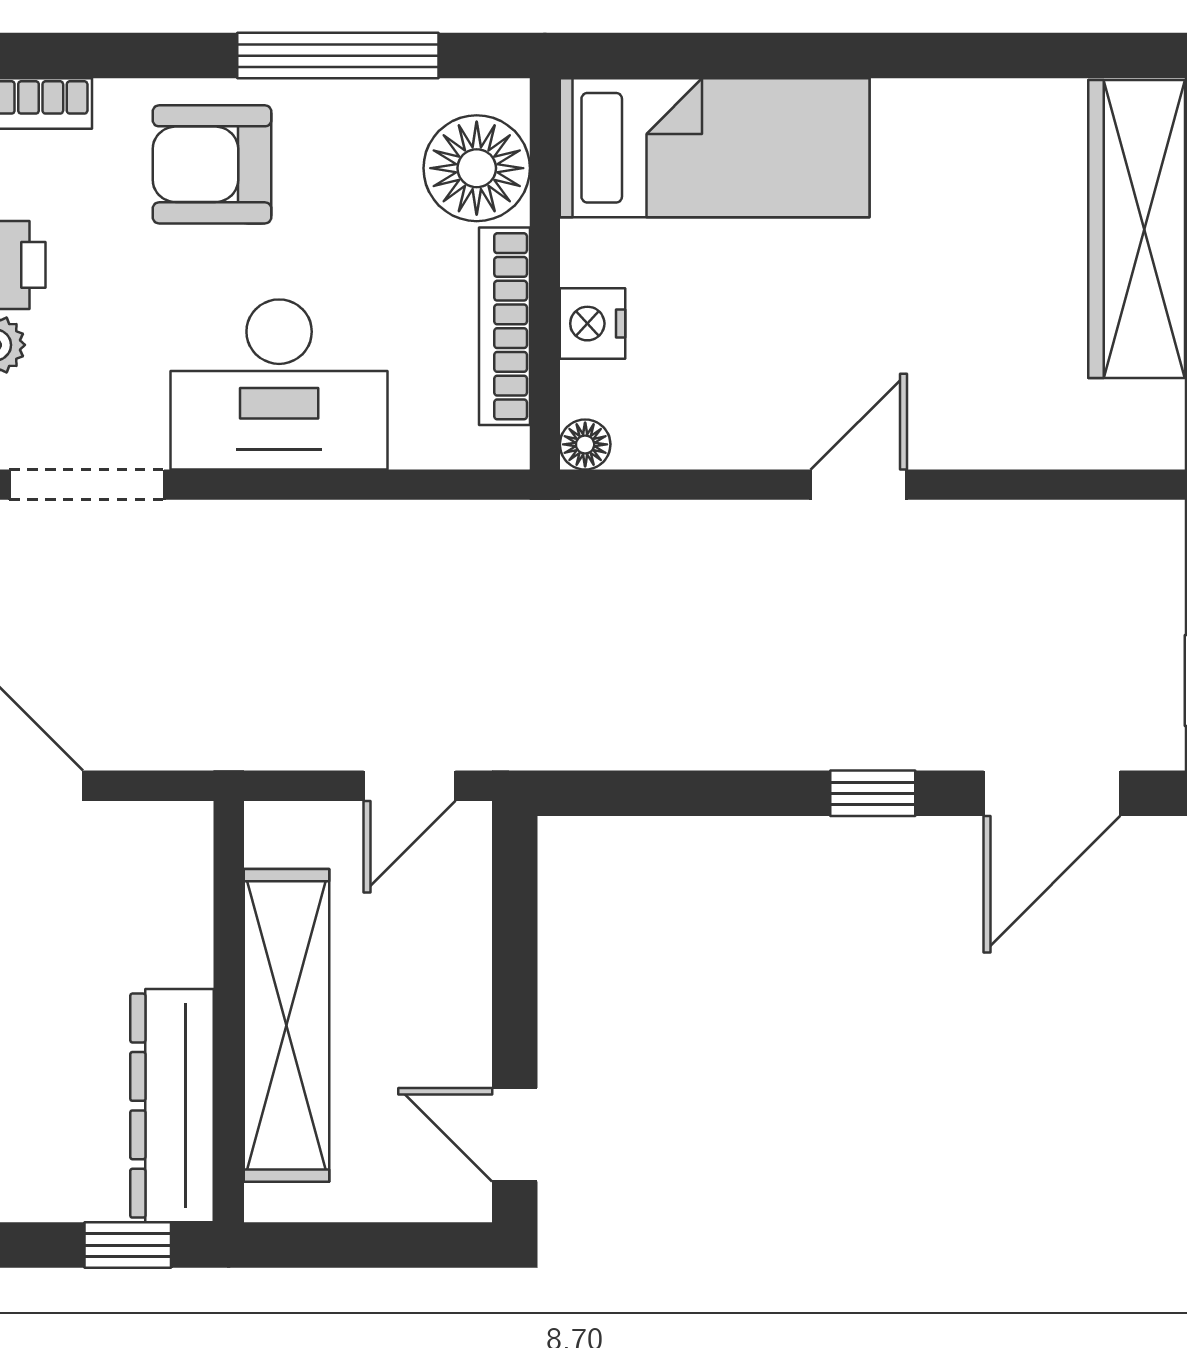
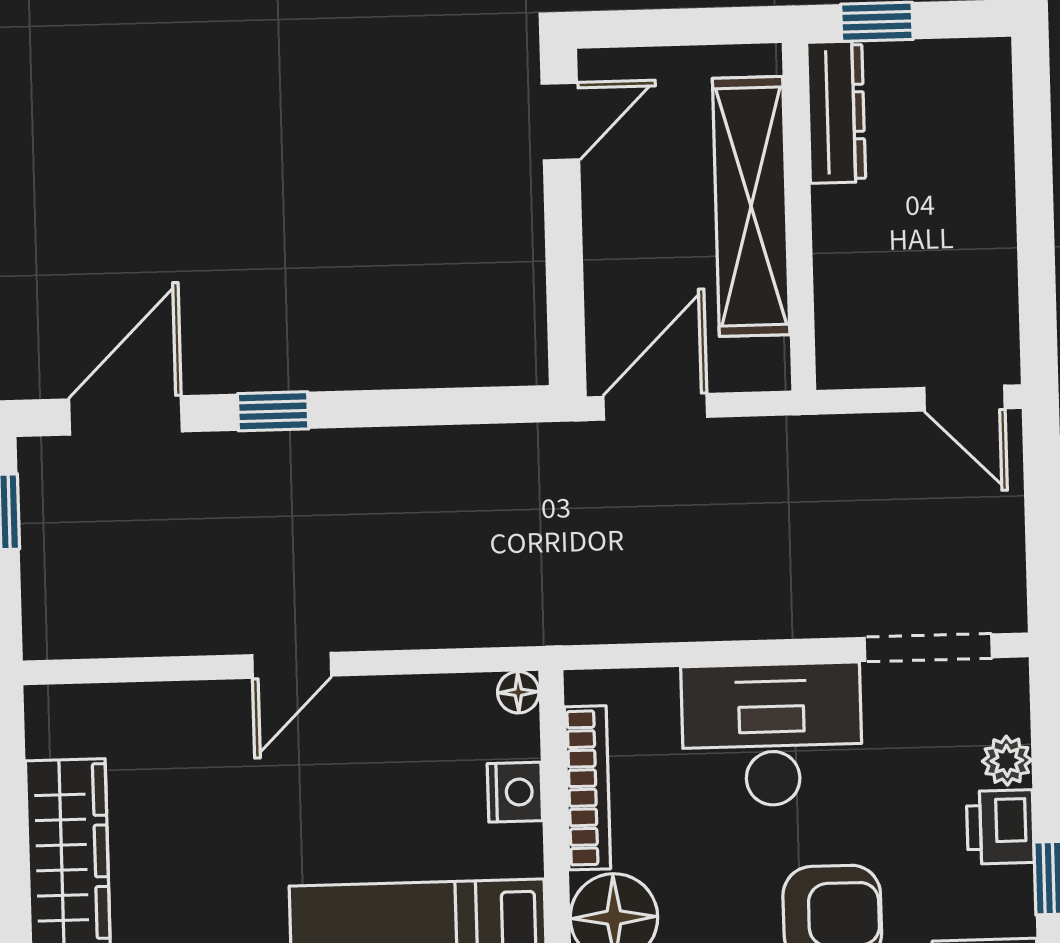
door: (409, 786) -> (655, 407), width x1.38
dresser: (172, 1106) -> (836, 112), width x0.73, depth x0.80
door: (515, 1135) -> (560, 122), hinge flipped

